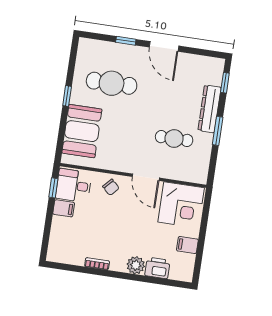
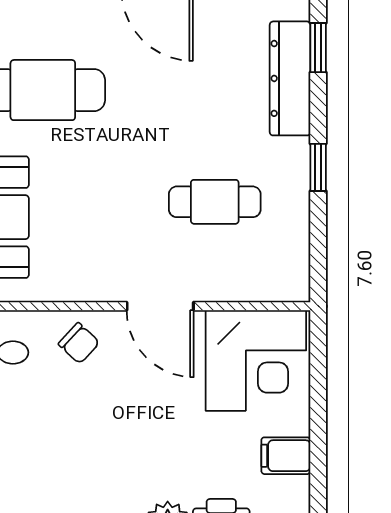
dresser: (209, 109) -> (290, 78), moved
window: (218, 131) -> (318, 167), width x0.67

